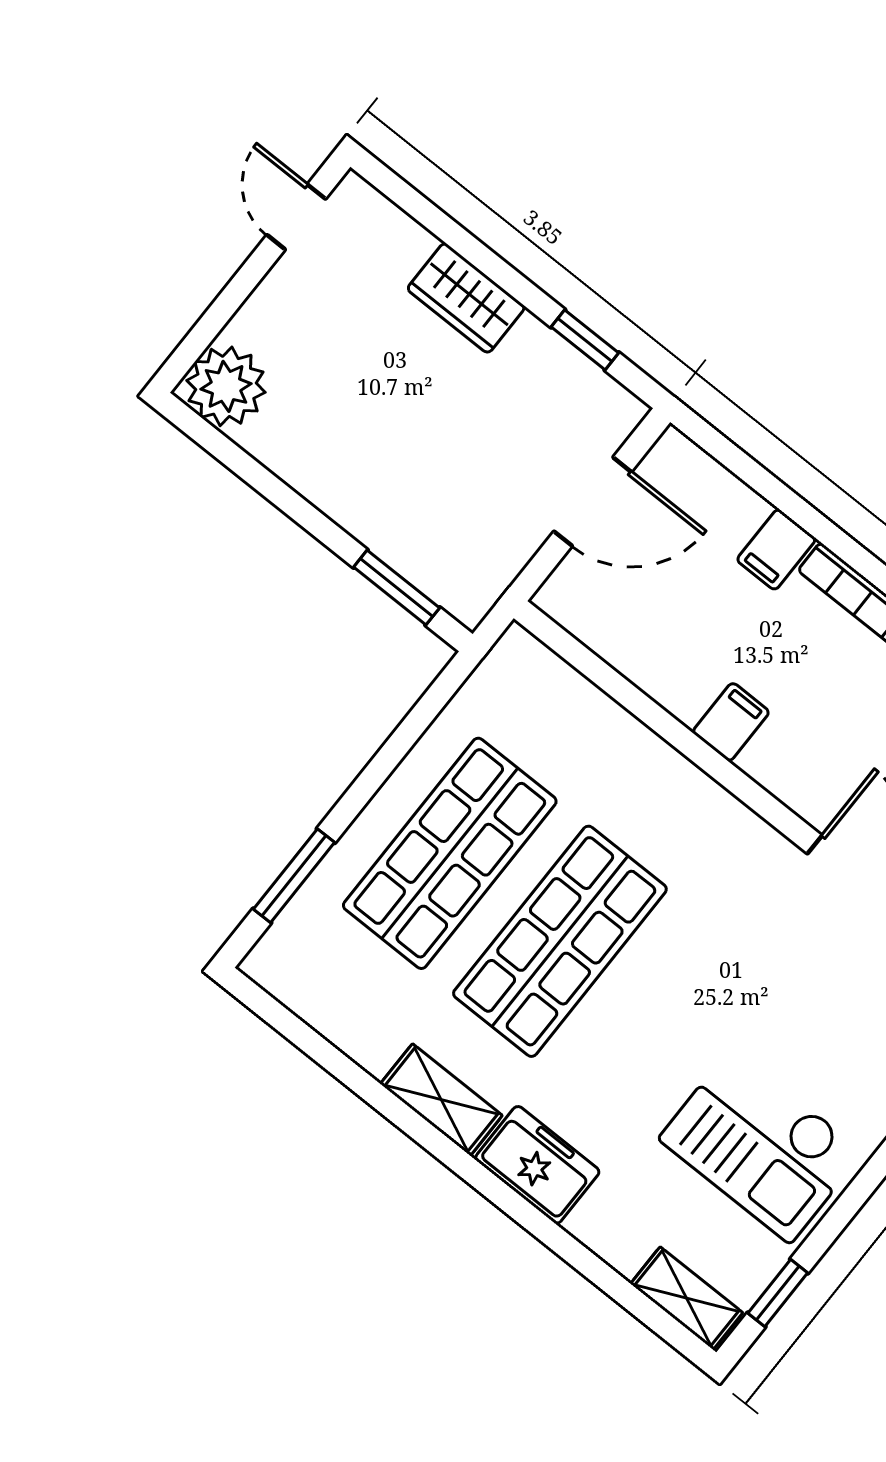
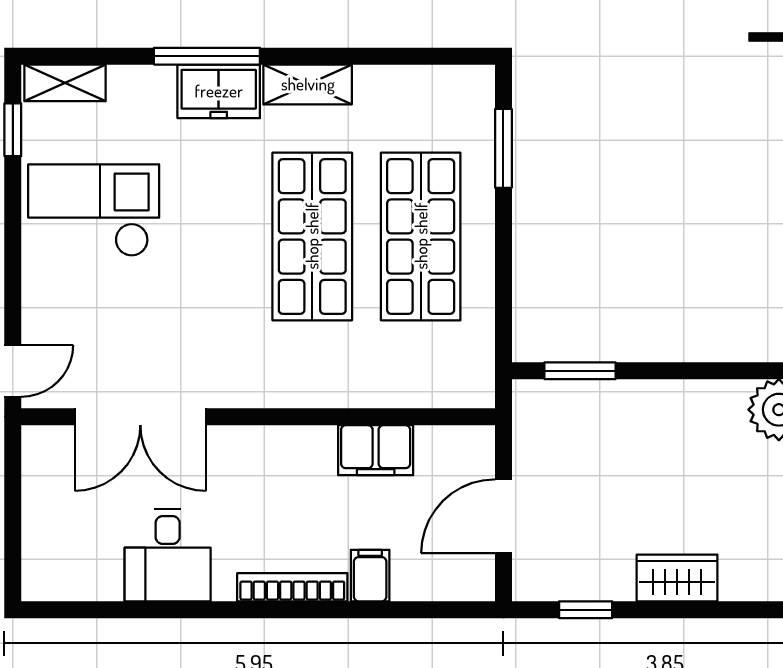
filing cabinet: (731, 722) -> (376, 450), moved, width x2.00
window: (521, 1210) -> (207, 56), added

